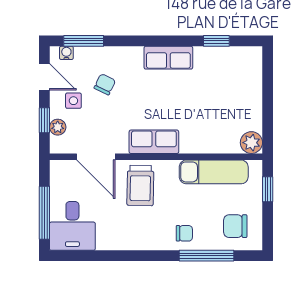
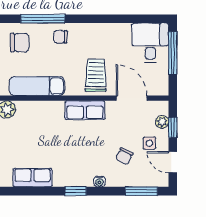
window: (216, 41) -> (76, 191), moved
water cooler: (66, 53) -> (99, 181), moved
row of seats: (168, 58) -> (32, 178), moved

